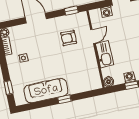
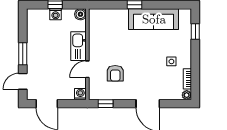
washing machine: (106, 12) -> (80, 94), moved
armchair: (69, 38) -> (115, 73), turned 90

